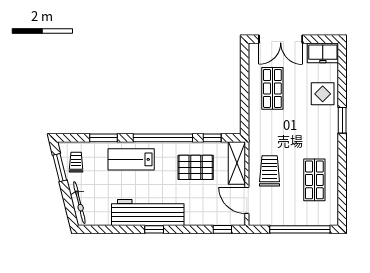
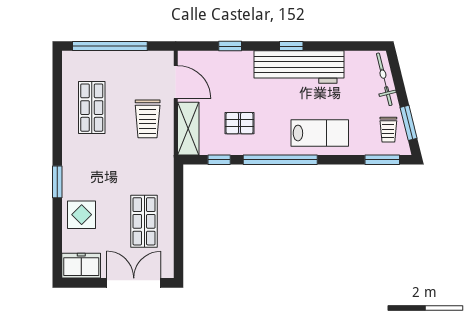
window: (104, 138) -> (382, 160), moved
pallet: (196, 167) -> (240, 123), width x0.67, depth x0.71
window: (222, 229) -> (230, 46), moved

